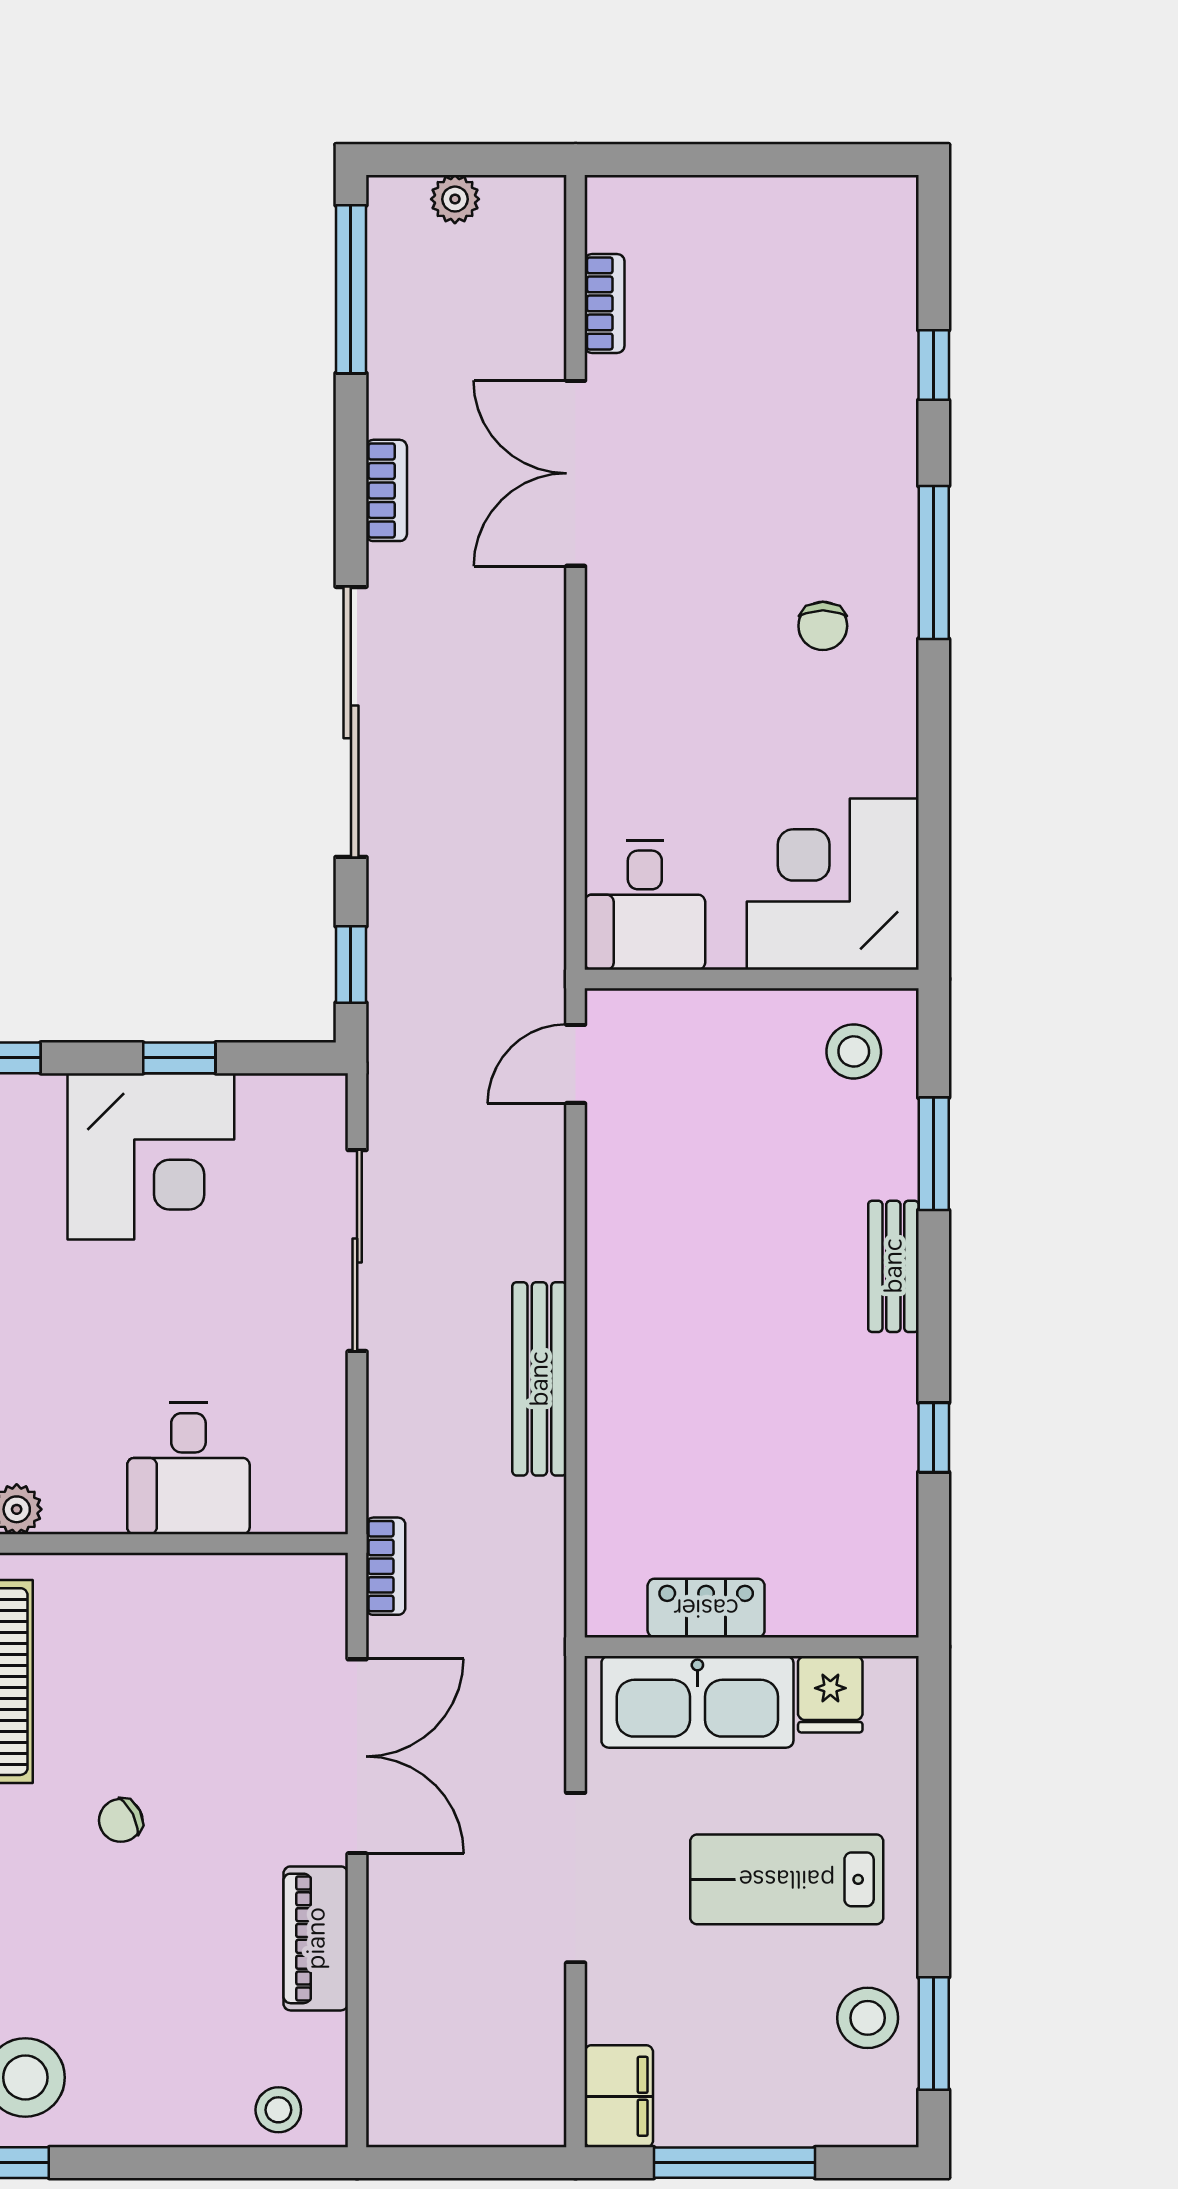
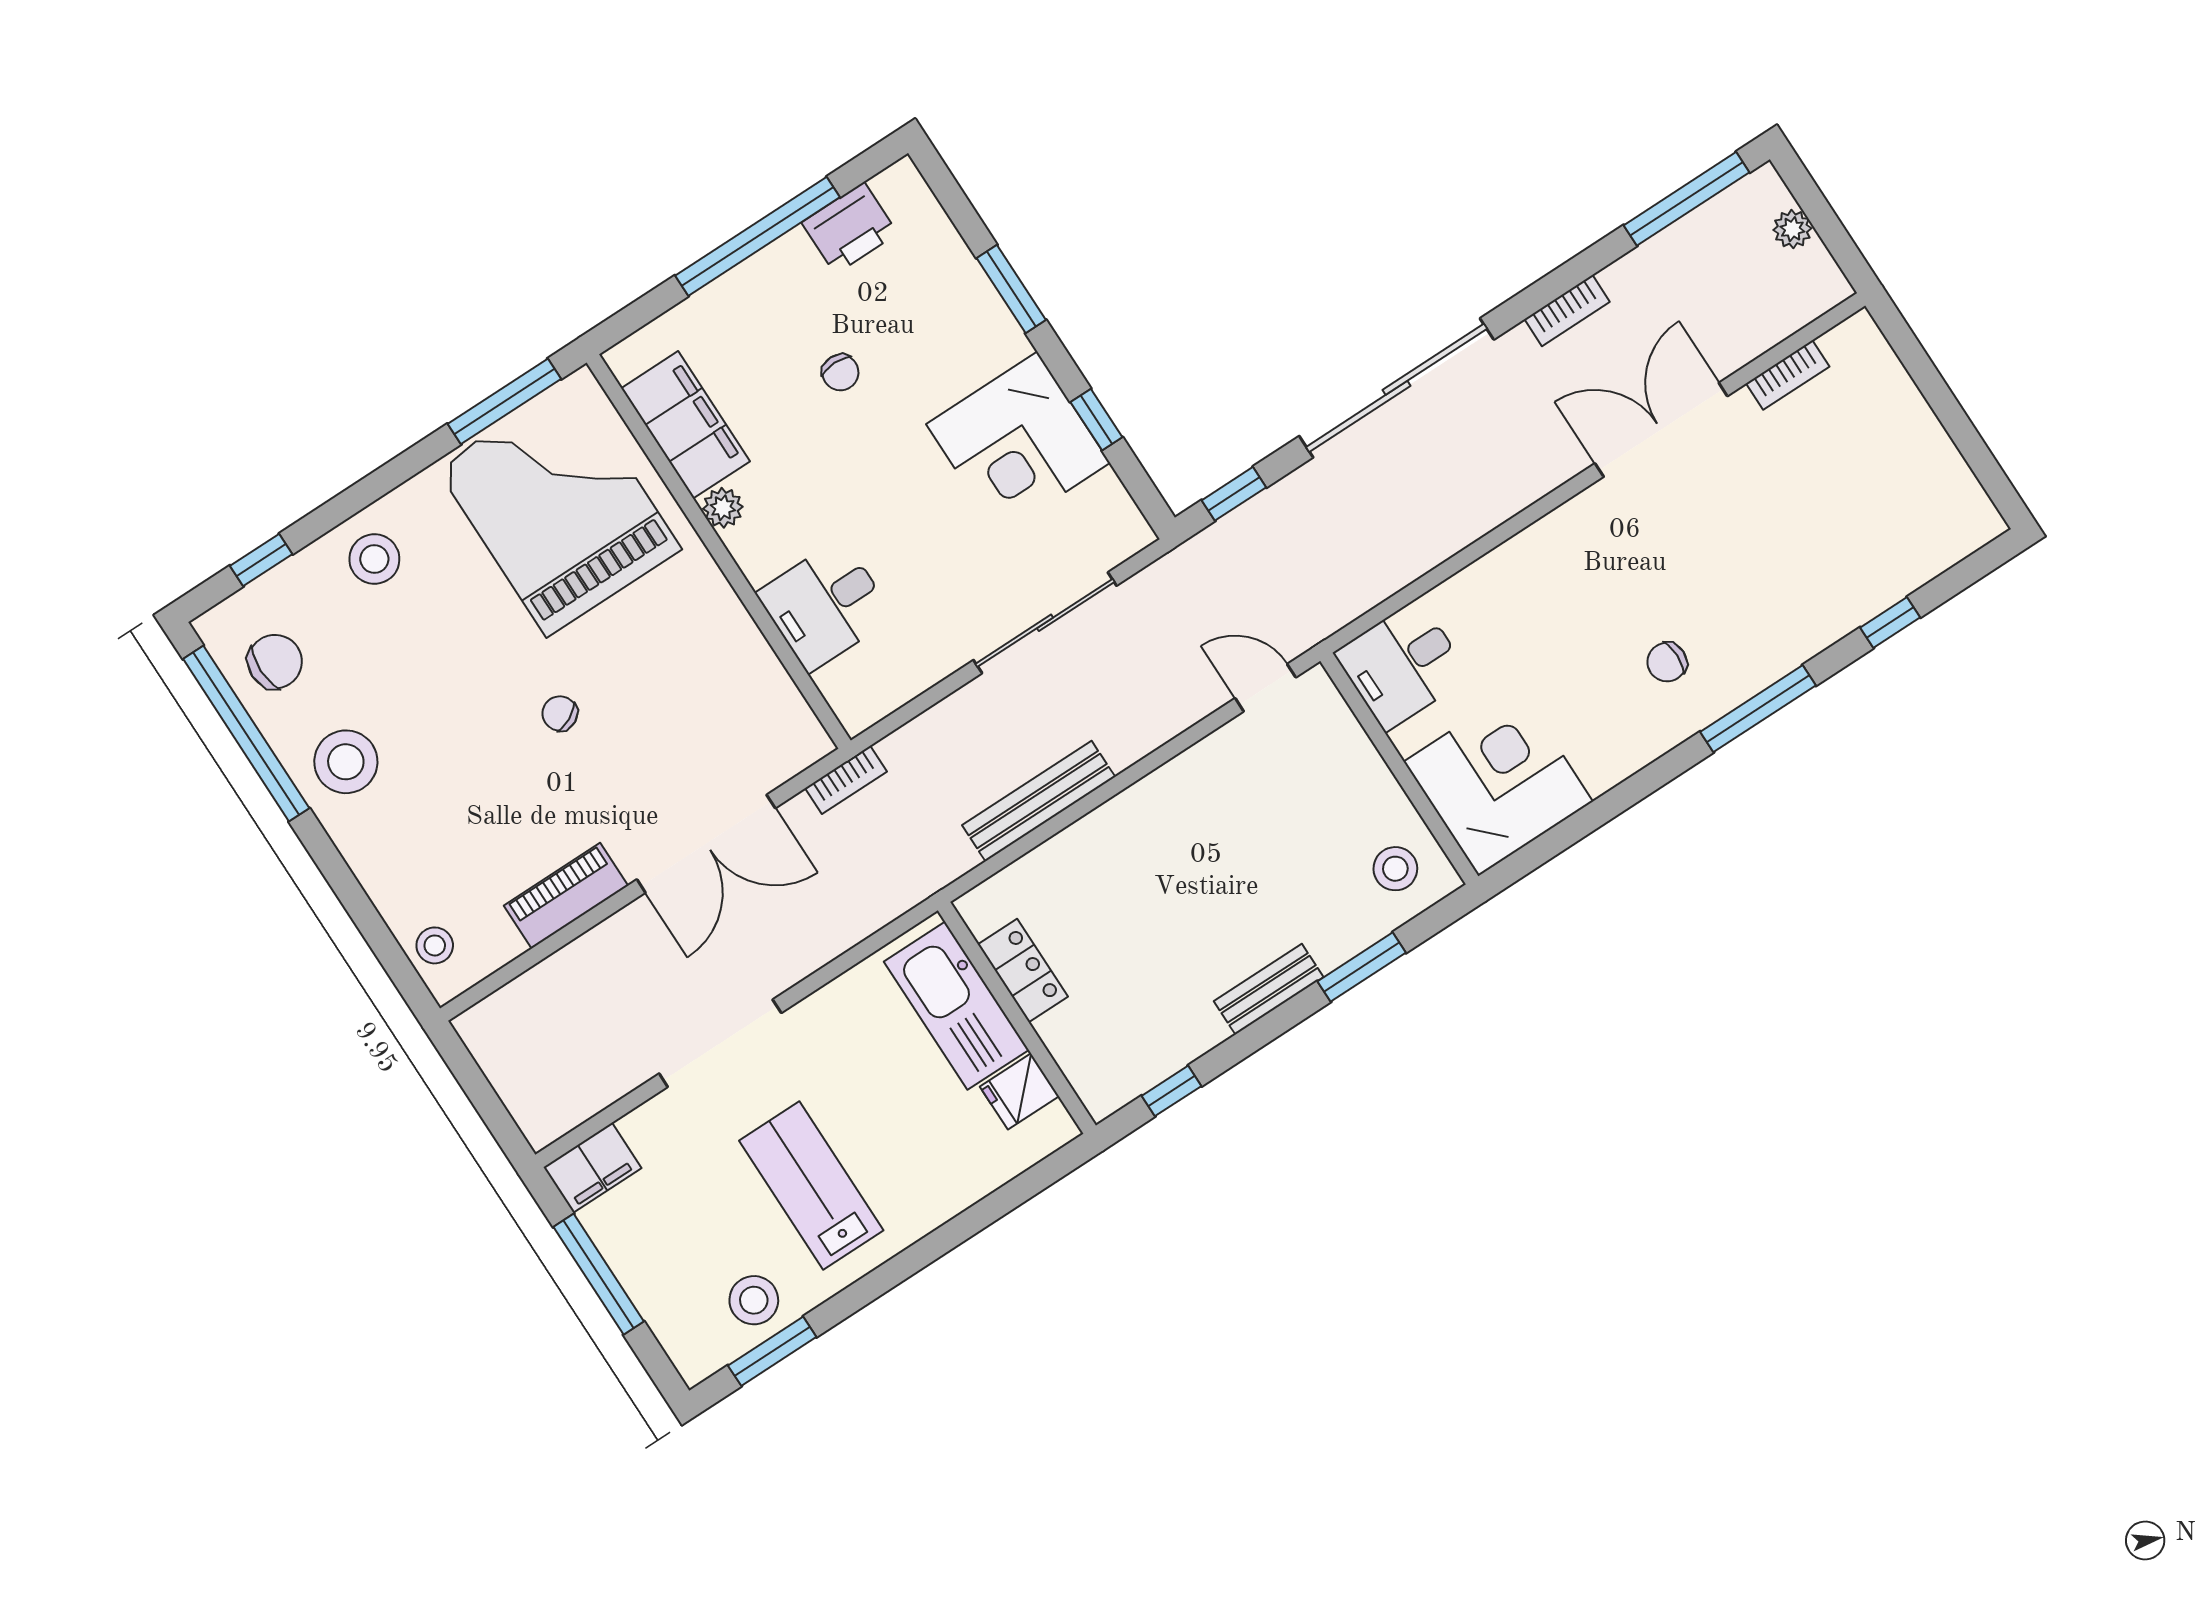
locker: (706, 1608) -> (1023, 970), moved
wall: (752, 1647) -> (1017, 1018), moved
fridge: (830, 1694) -> (1019, 1091), moved
kitchen sink: (697, 1702) -> (956, 1006), moved

